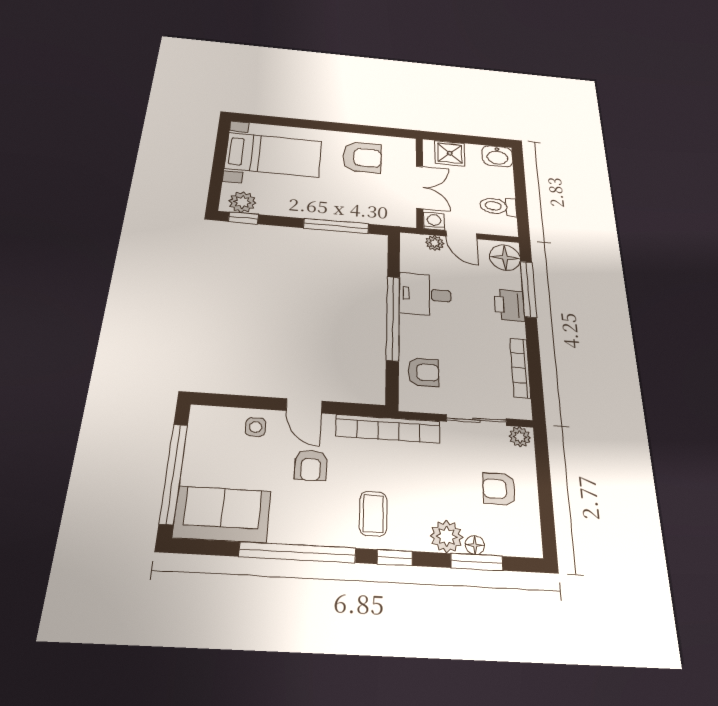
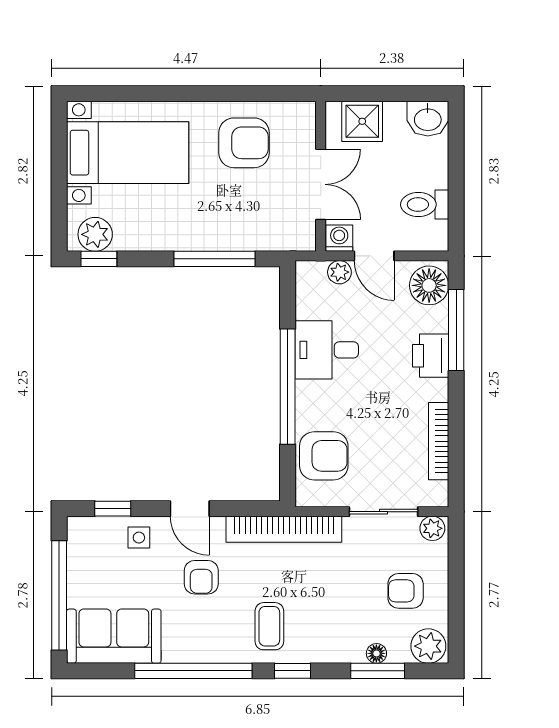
armchair: (423, 372) -> (324, 456), width x1.38, depth x1.38
window: (234, 401) -> (113, 509), added
plant: (447, 536) -> (428, 646), moved

